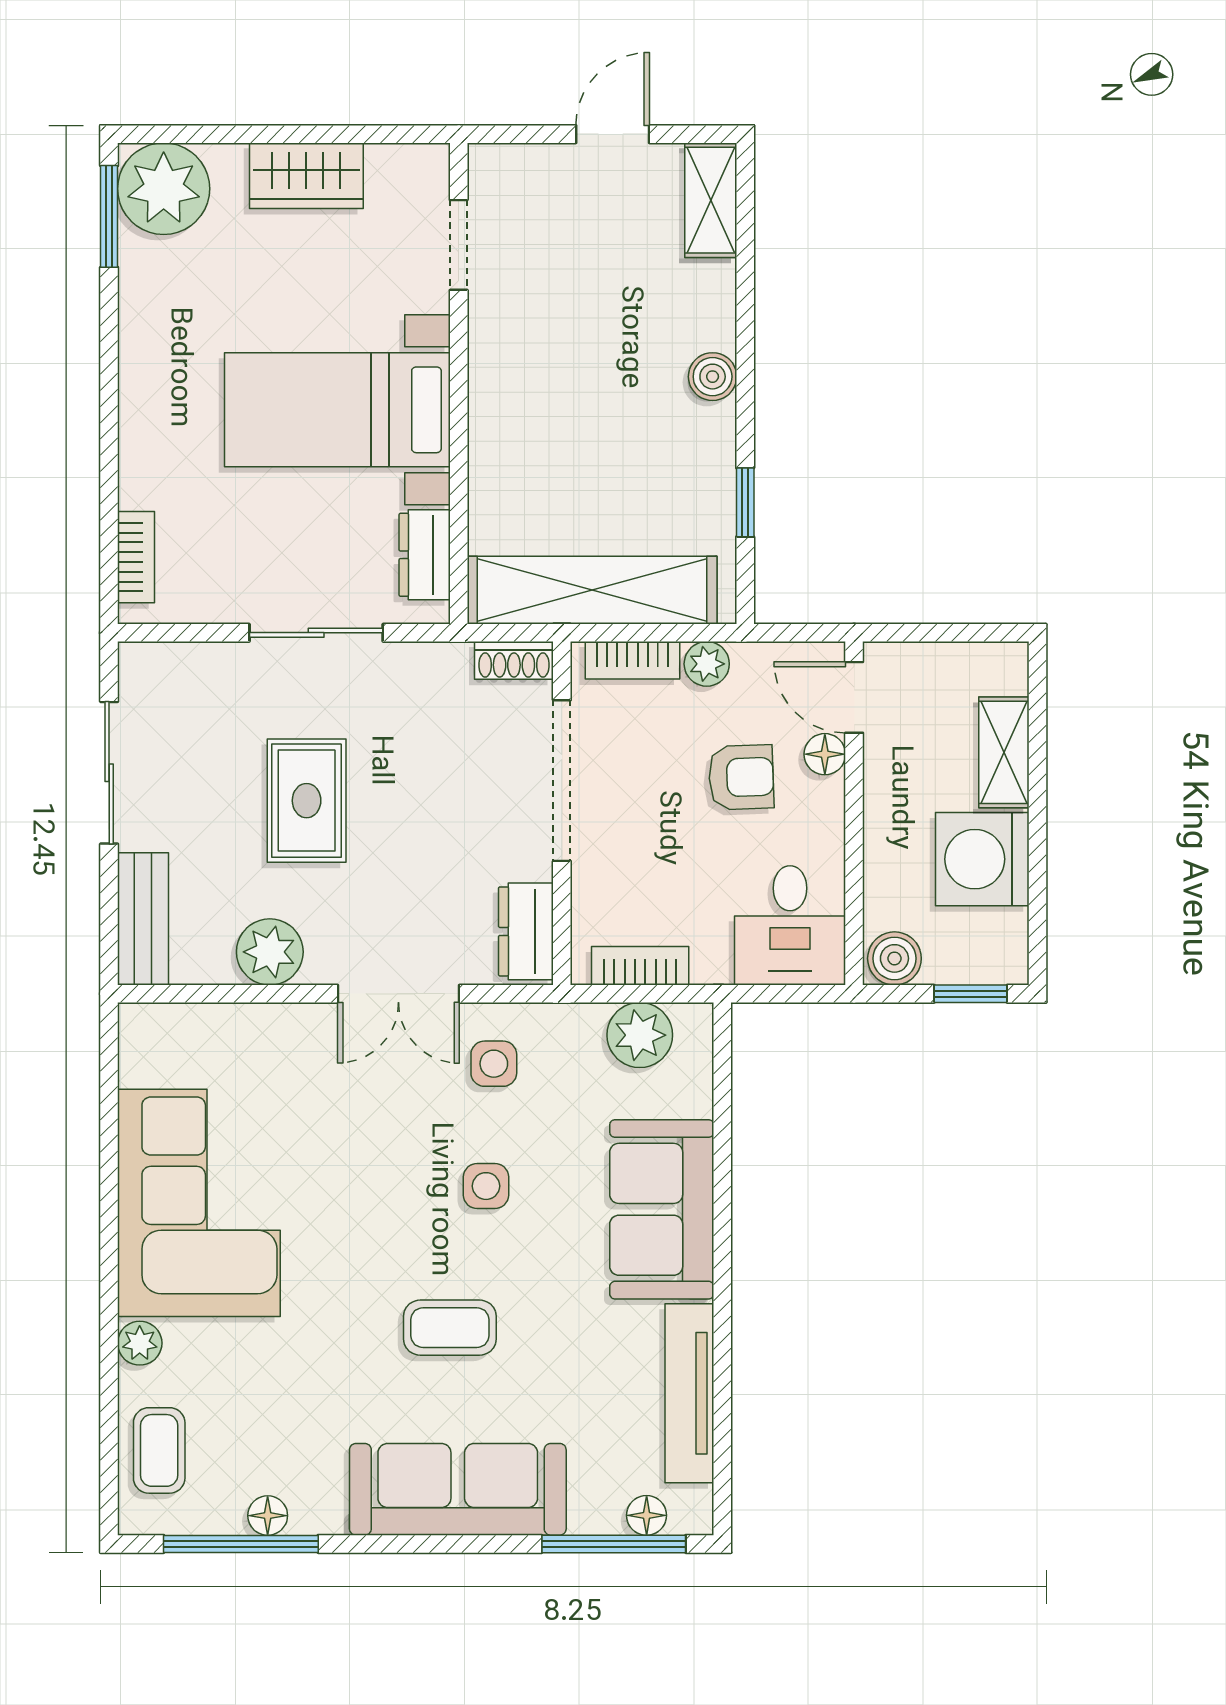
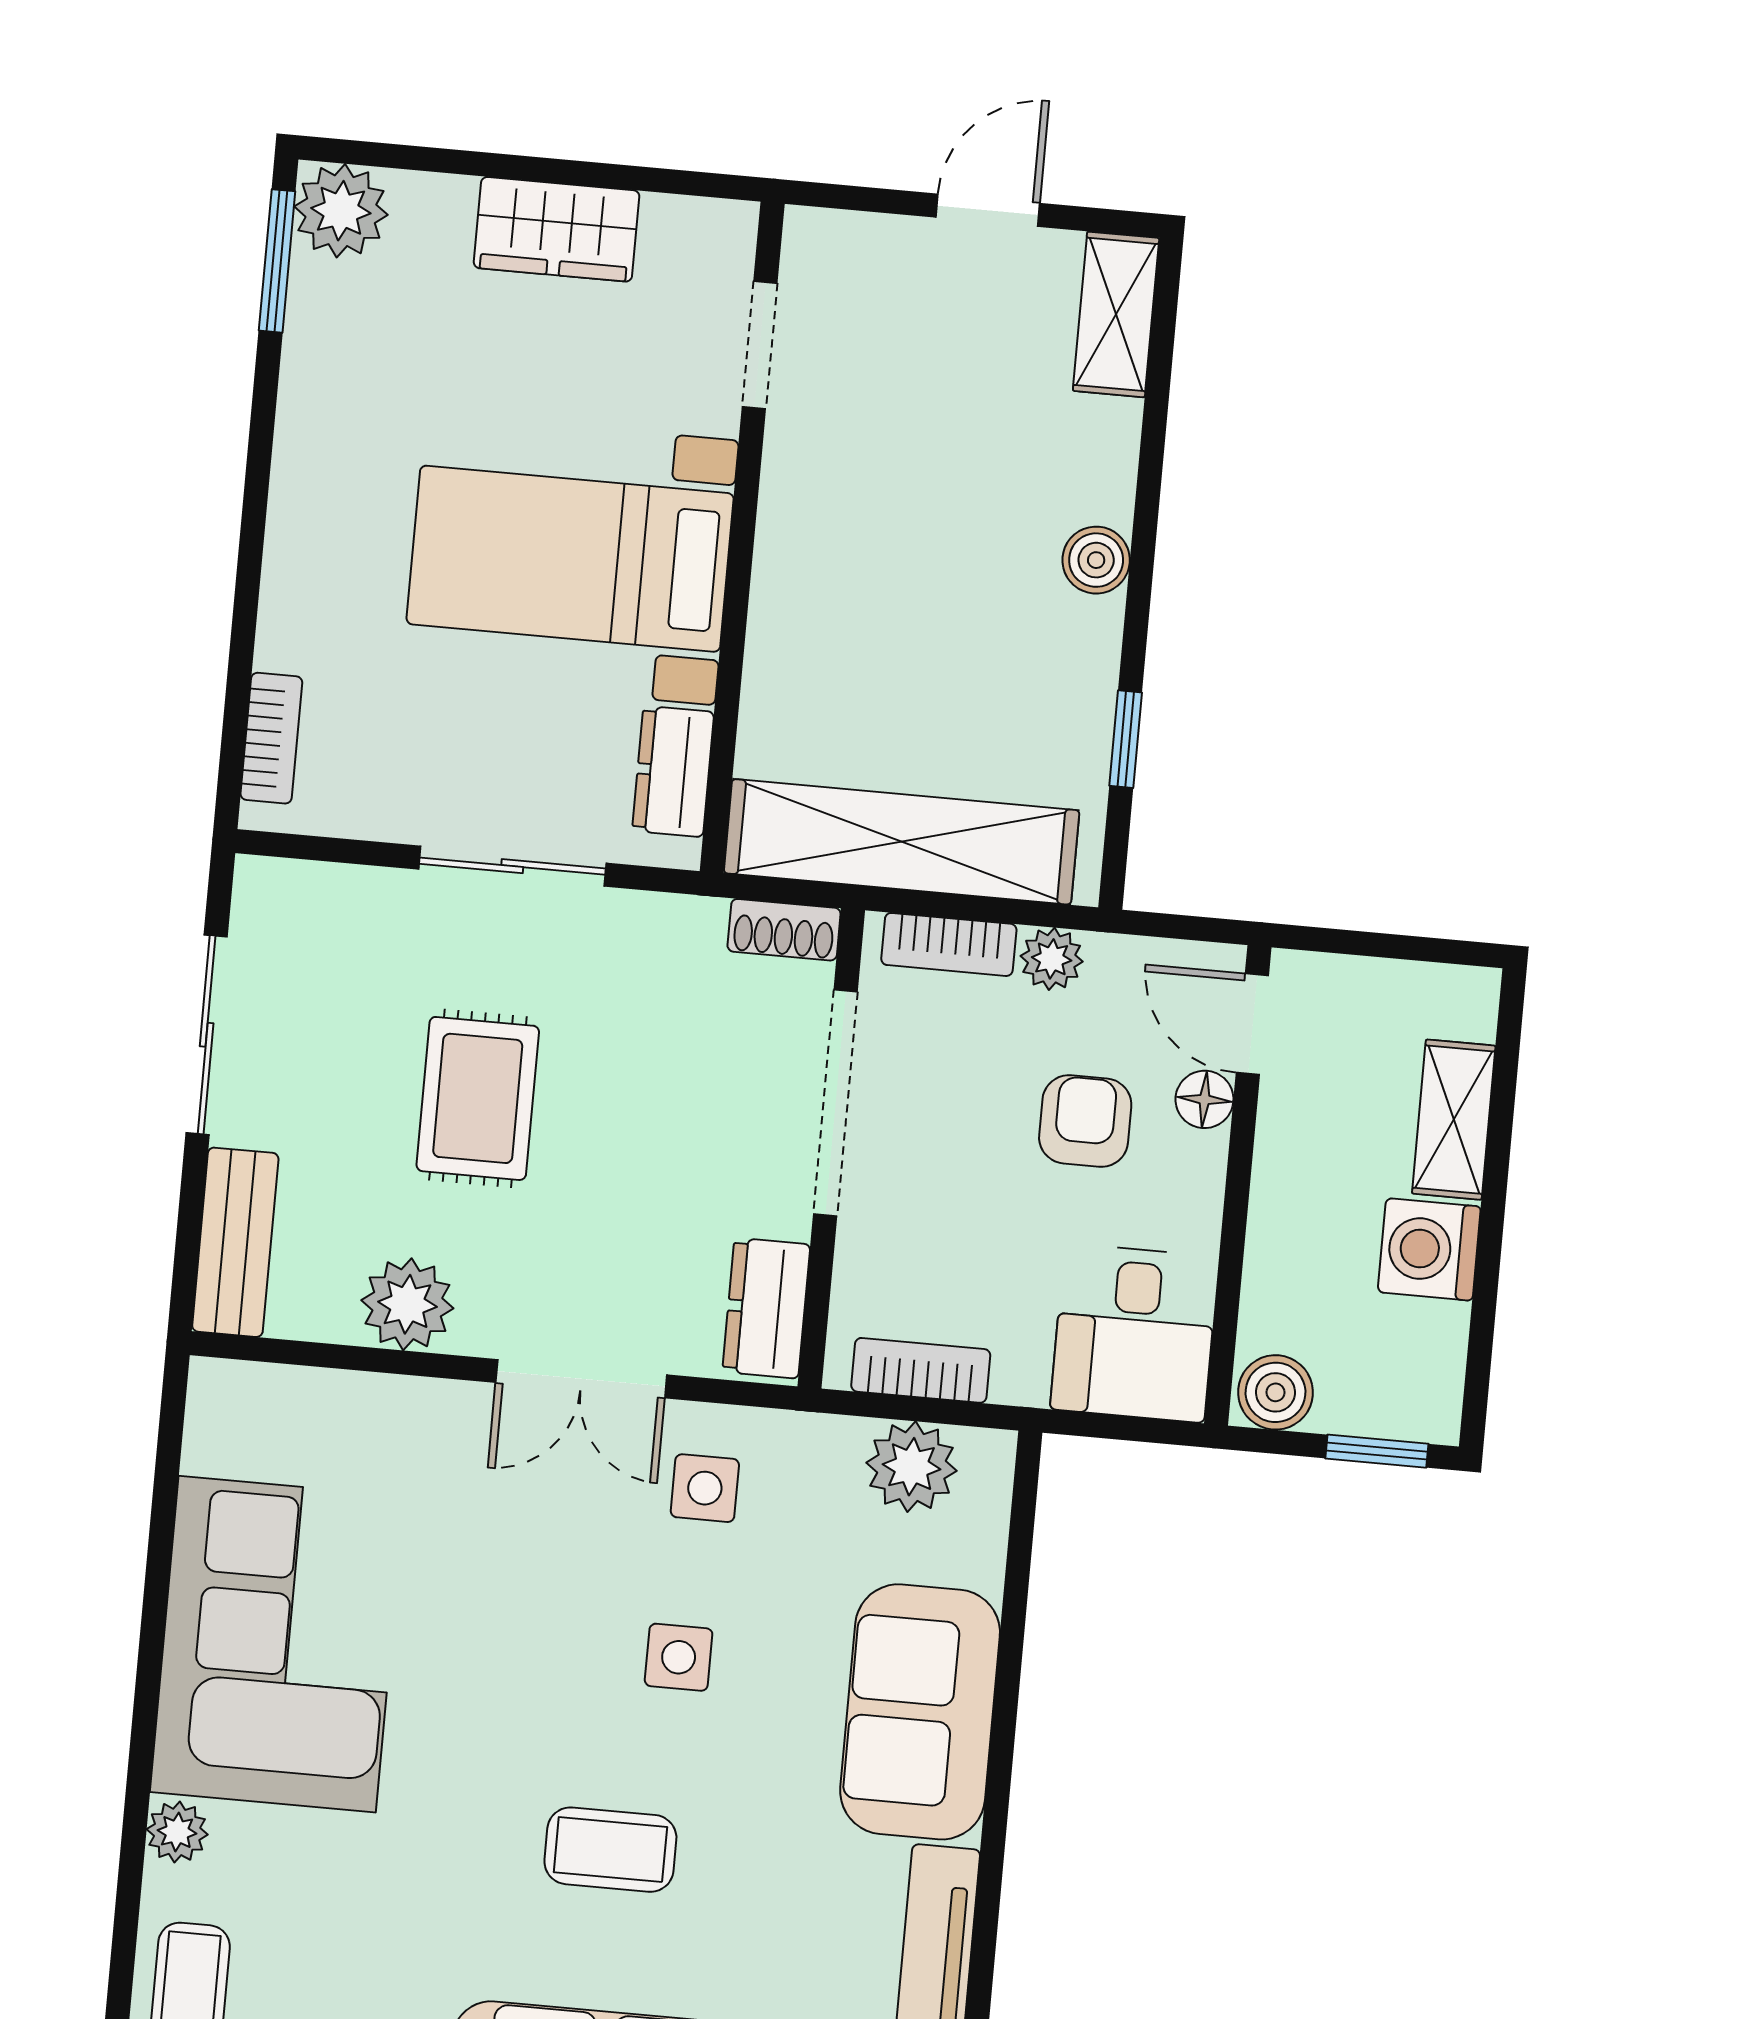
plant: (164, 189) -> (341, 211), width x0.73, depth x0.73
armchair: (741, 777) -> (1085, 1121), turned -88
washing machine: (982, 859) -> (1429, 1249), width x0.73, depth x0.73

